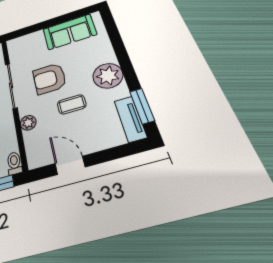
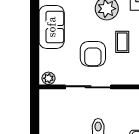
plant: (28, 123) -> (48, 78), moved

